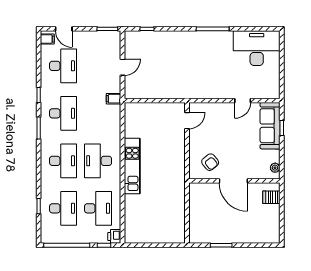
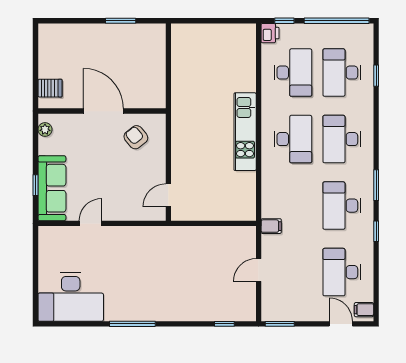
desk: (98, 208) -> (293, 73), turned 180

